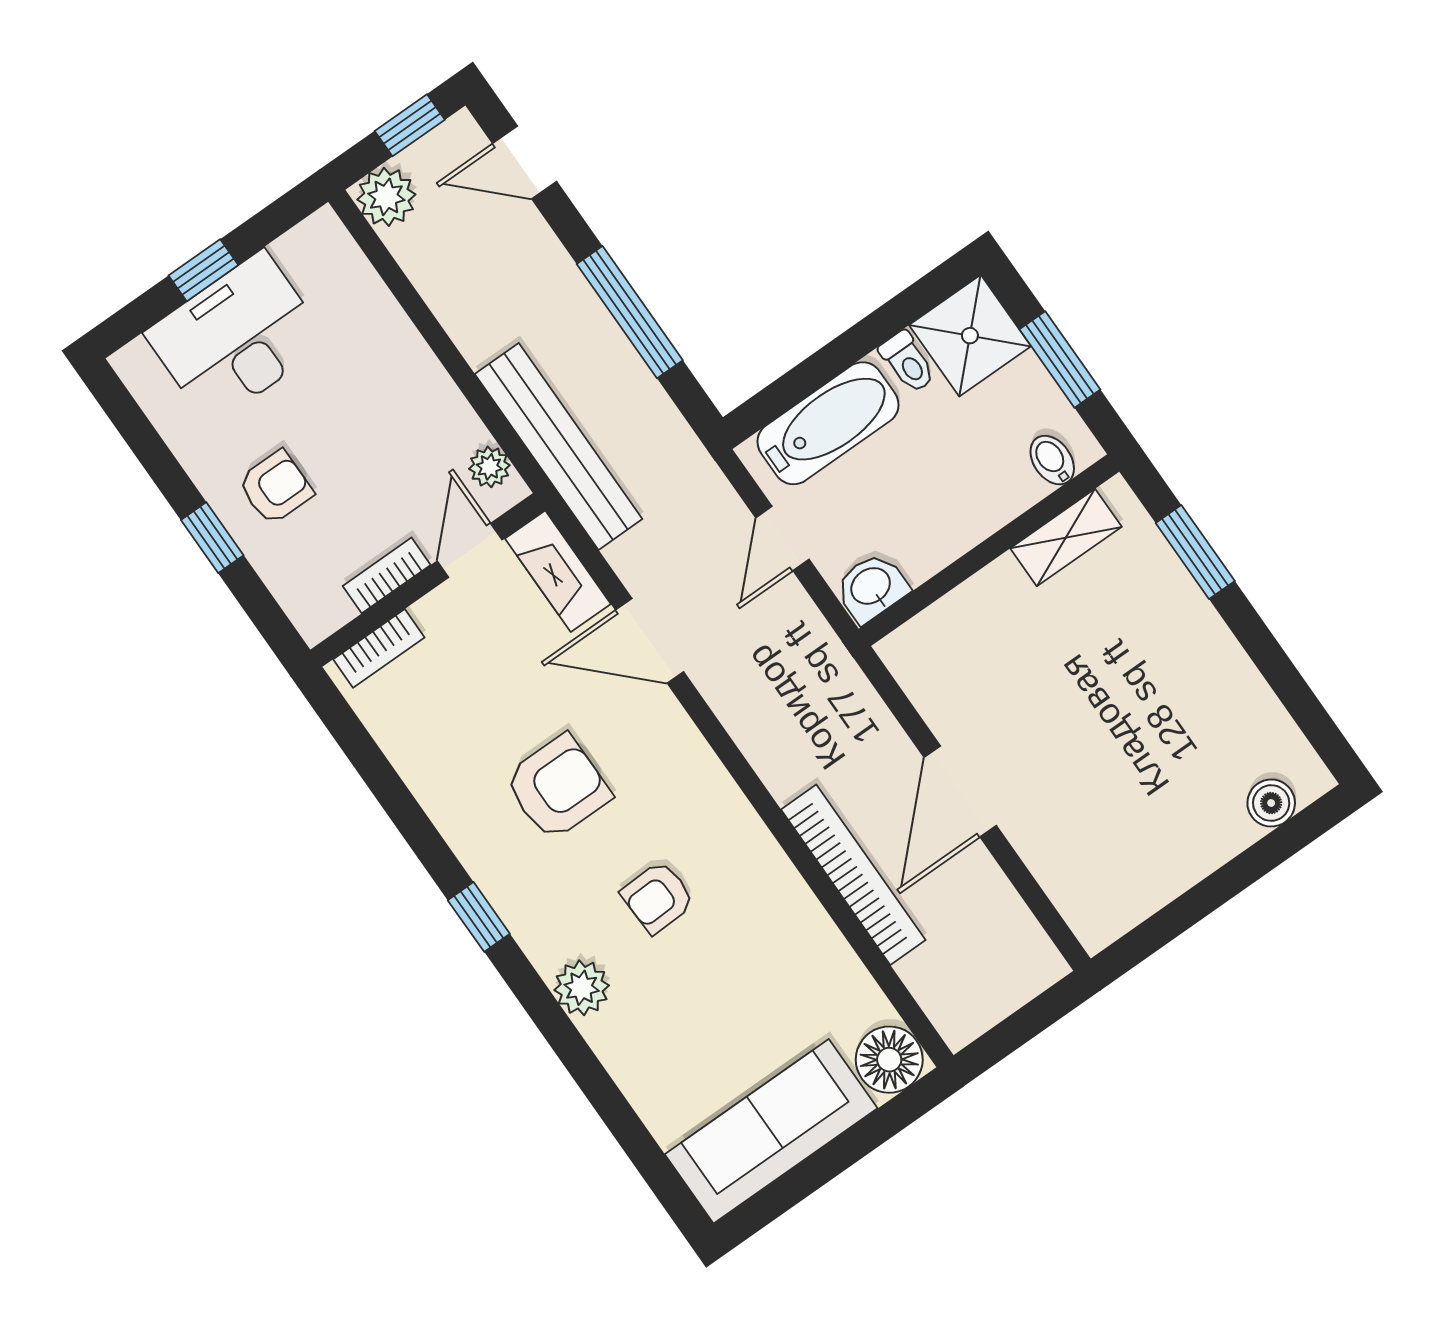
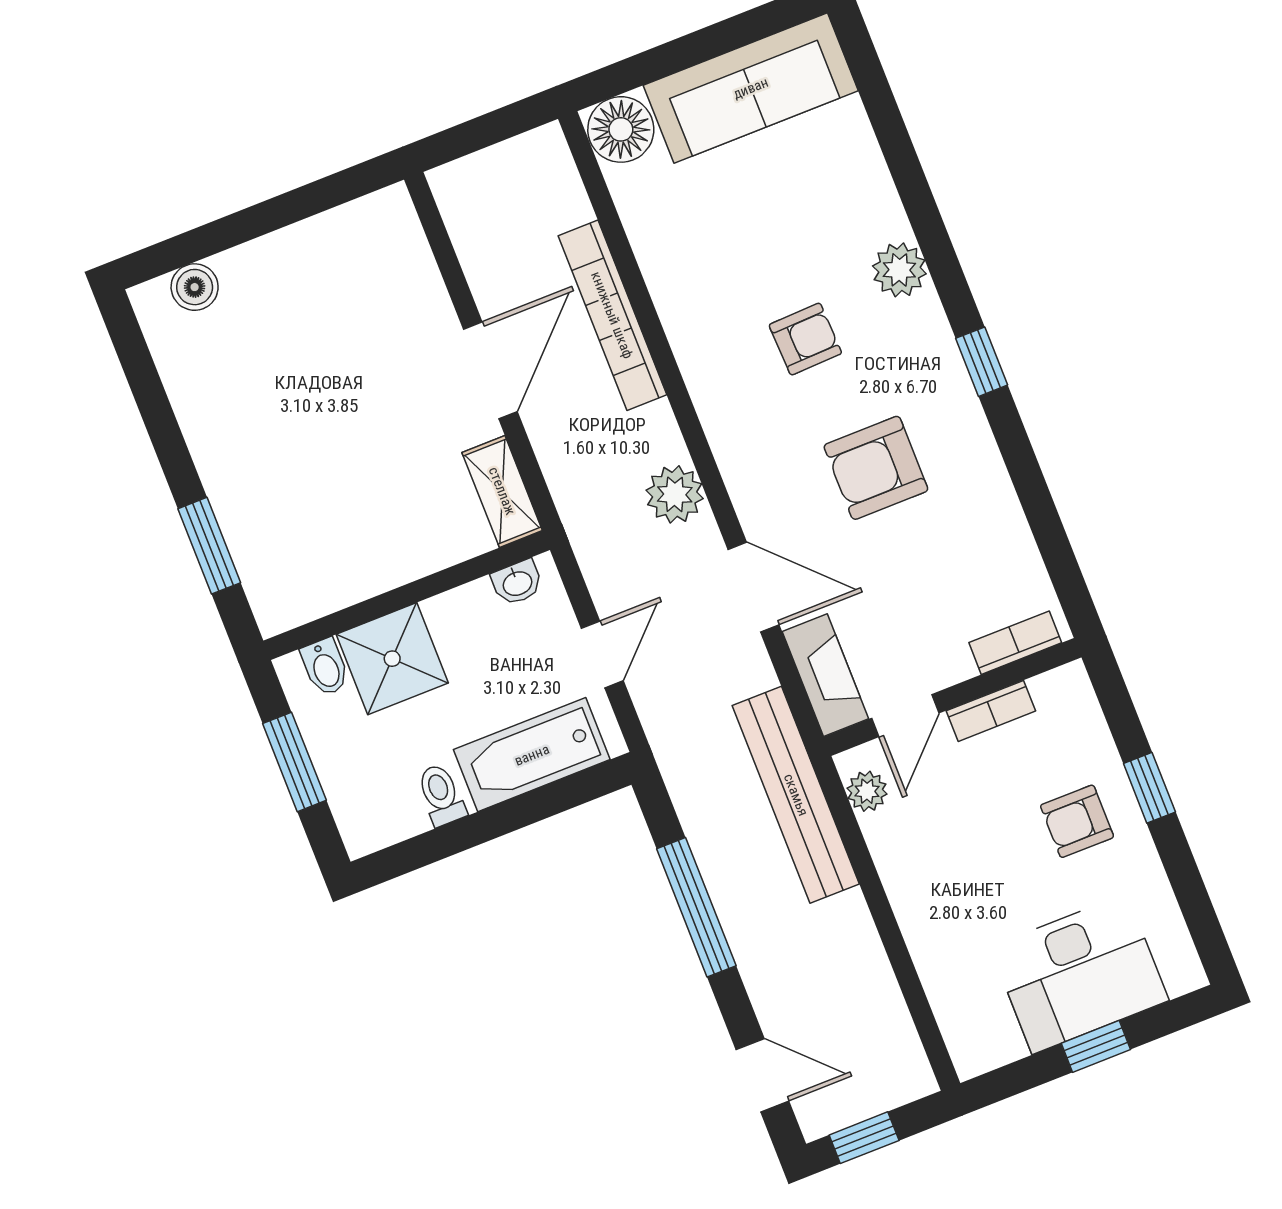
plant: (386, 197) -> (675, 494), moved
shower: (970, 336) -> (392, 659), moved
shelving: (1066, 537) -> (502, 491), moved, turned 90
washbasin: (871, 587) -> (517, 583), width x0.72, depth x0.69

